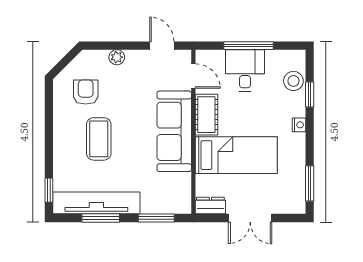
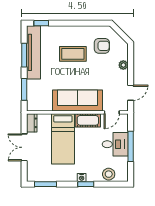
window: (310, 95) -> (86, 184), moved

